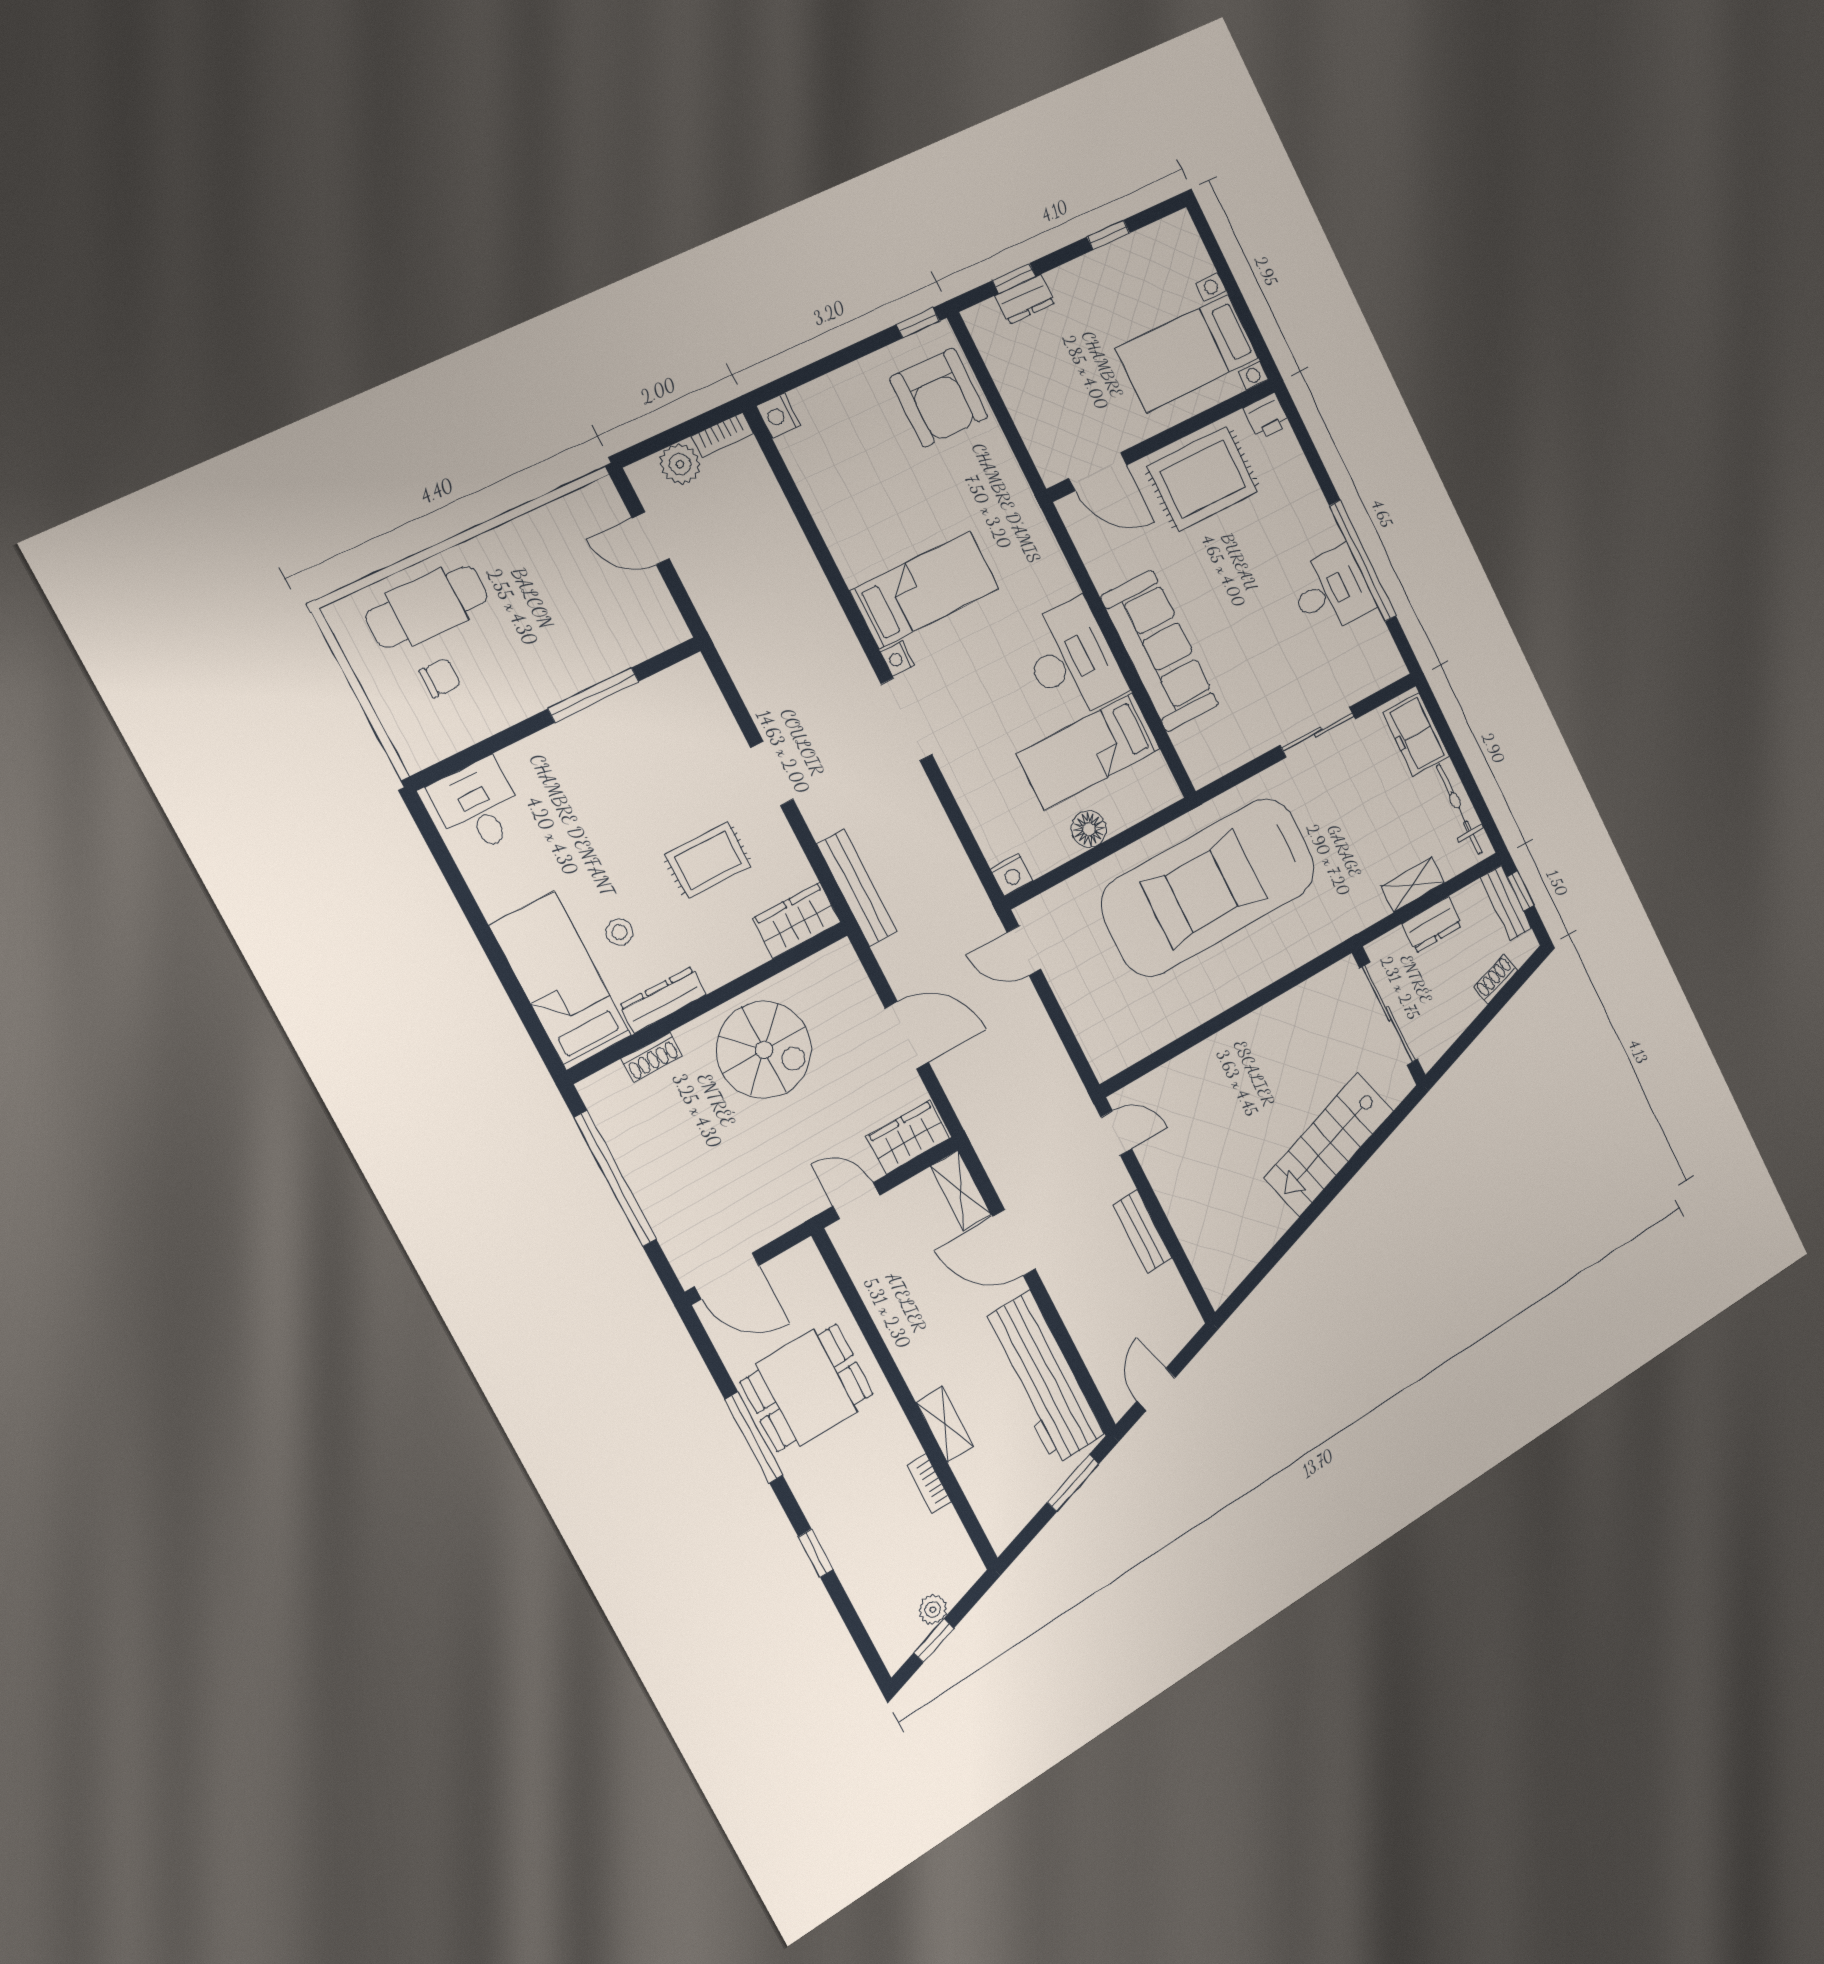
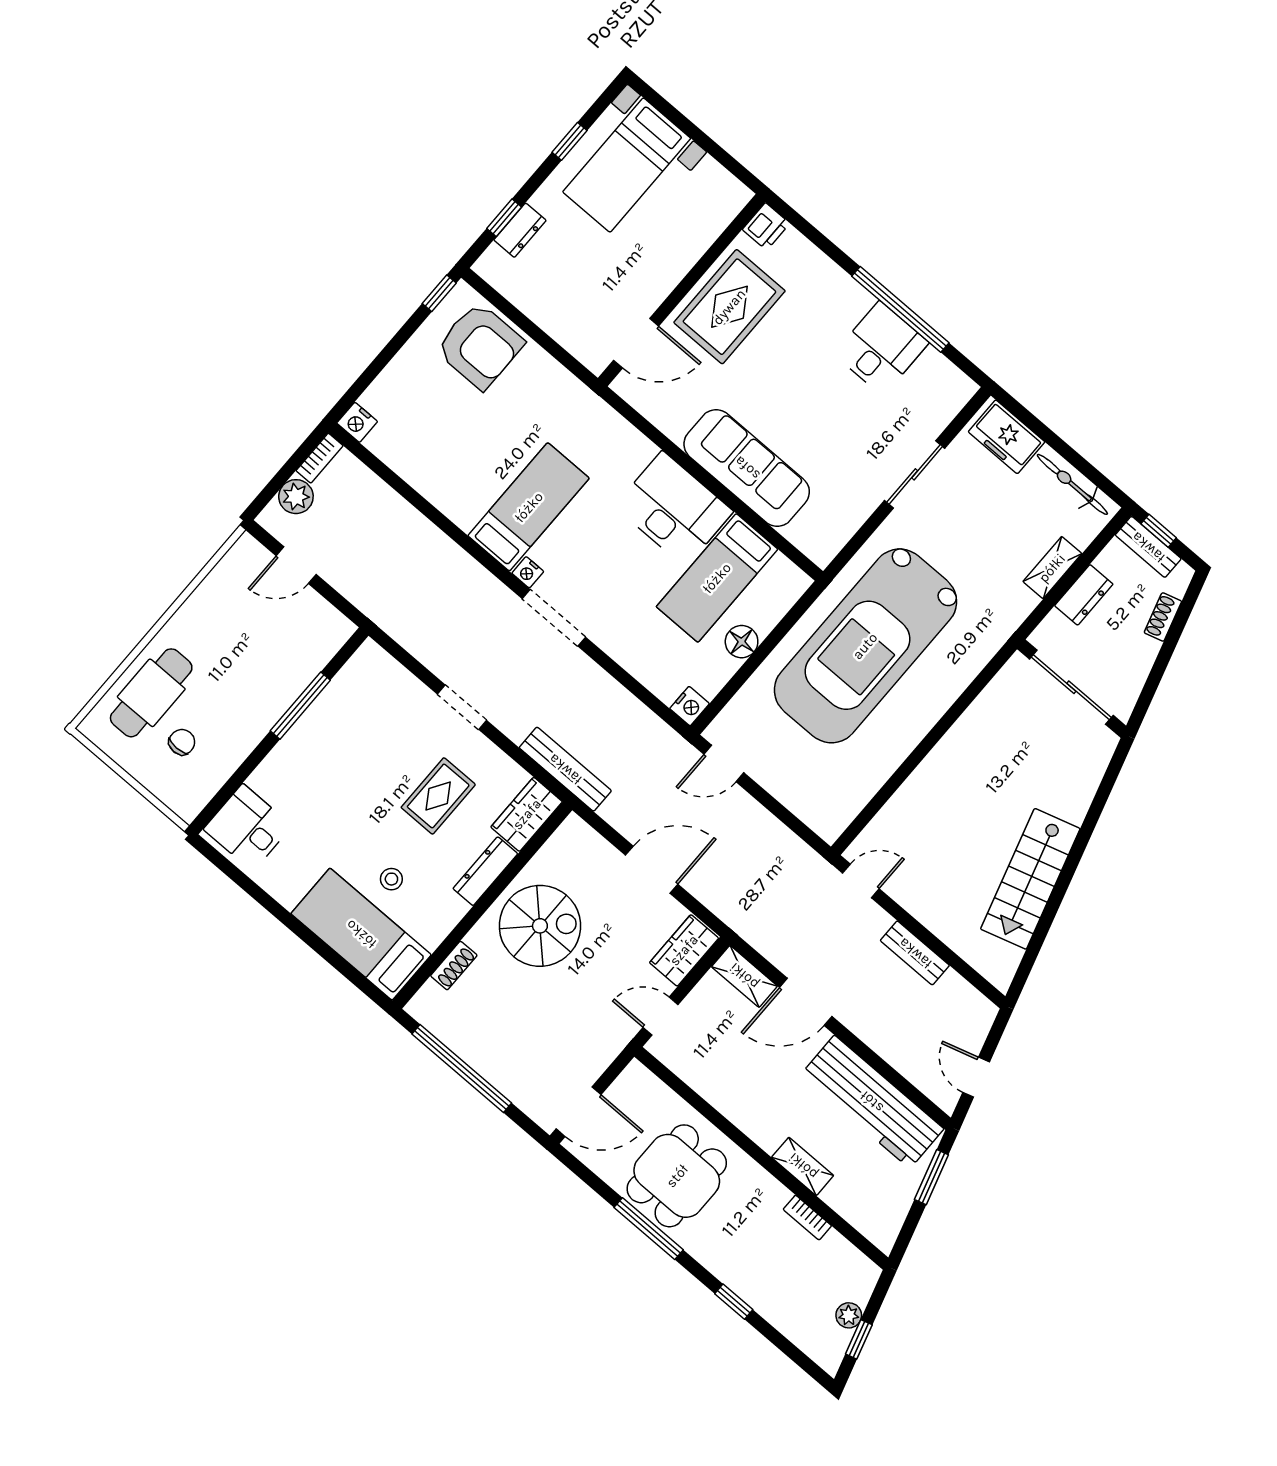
bed with nightstands: (1187, 353) -> (627, 165), moved
dresser: (663, 1000) -> (485, 871), moved
stairs: (1329, 1144) -> (1030, 879), moved

